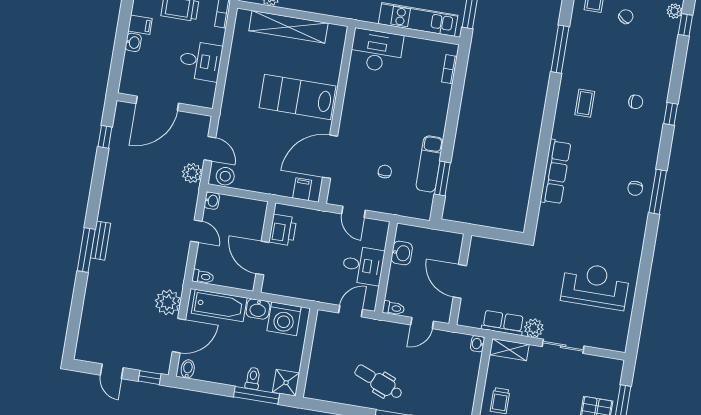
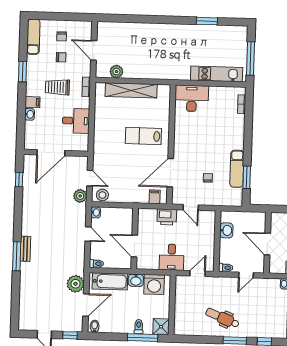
lab bench: (297, 97) -> (143, 136), width x0.73, depth x0.72
printer: (283, 230) -> (167, 217), moved, turned 90
desk: (363, 265) -> (172, 257), moved, turned 90

